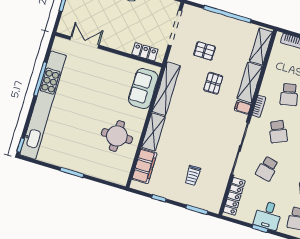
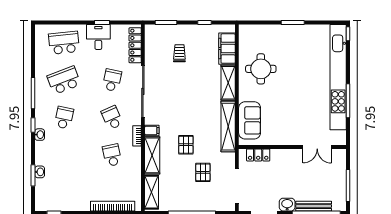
pallet: (205, 51) -> (203, 172), turned 90

